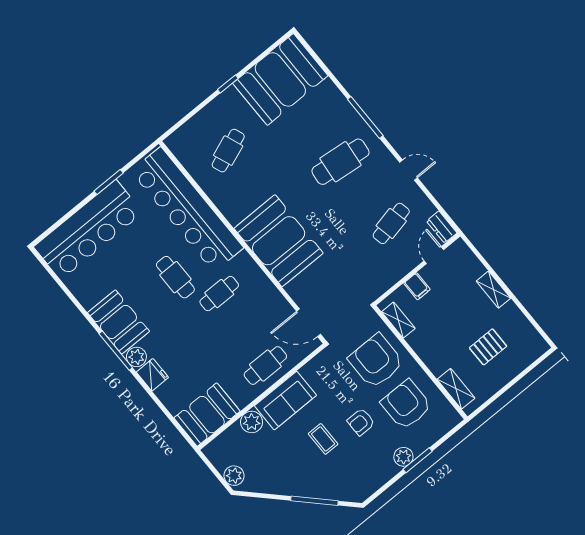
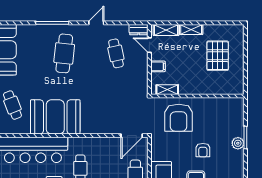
booth: (279, 241) -> (55, 117), moved
pallet: (488, 347) -> (218, 56), width x1.50, depth x1.42
armchair: (376, 361) -> (179, 118), turned -90
shelving: (456, 389) -> (166, 30), moved
armchair: (406, 405) -> (213, 120), removed

